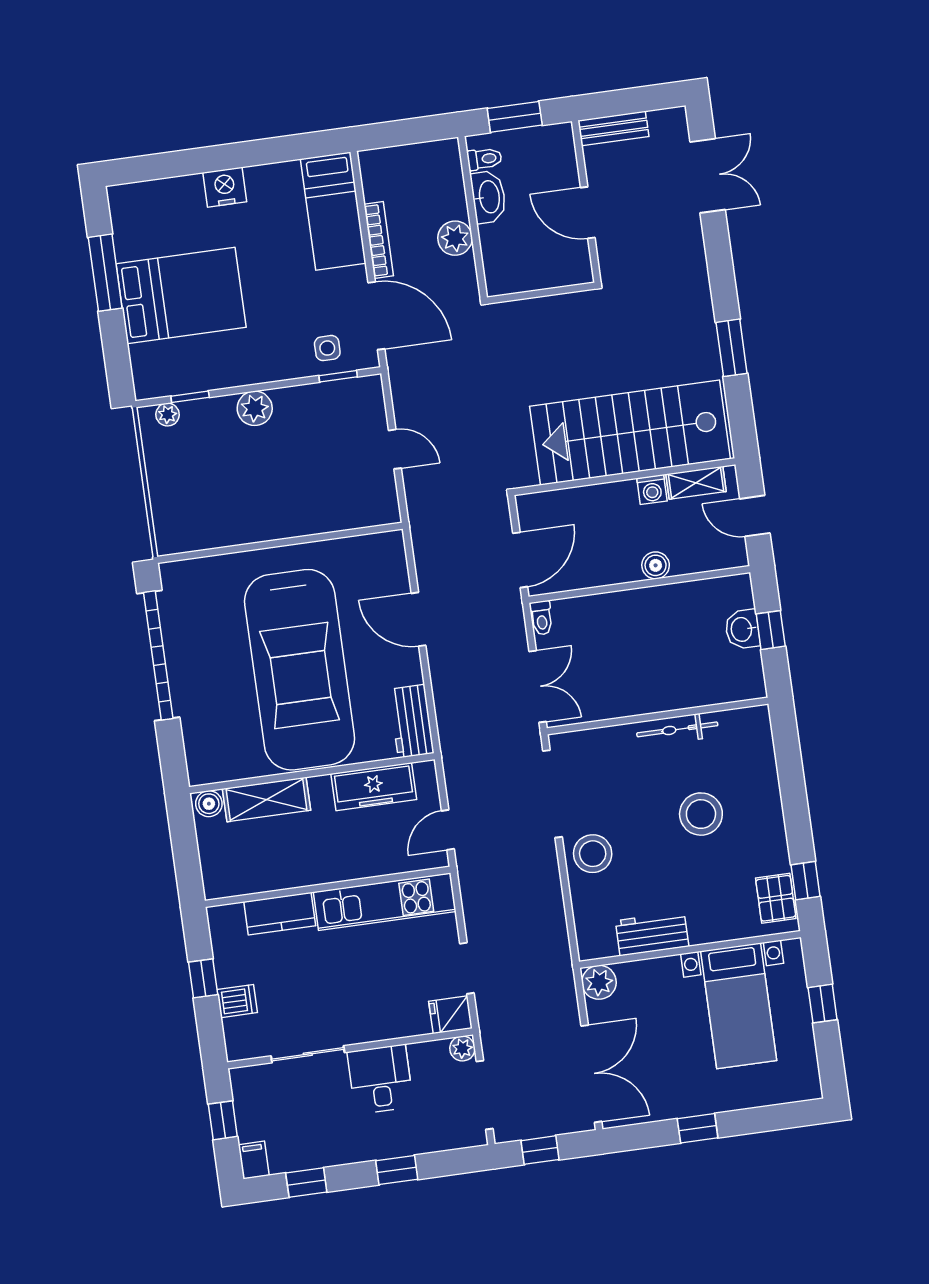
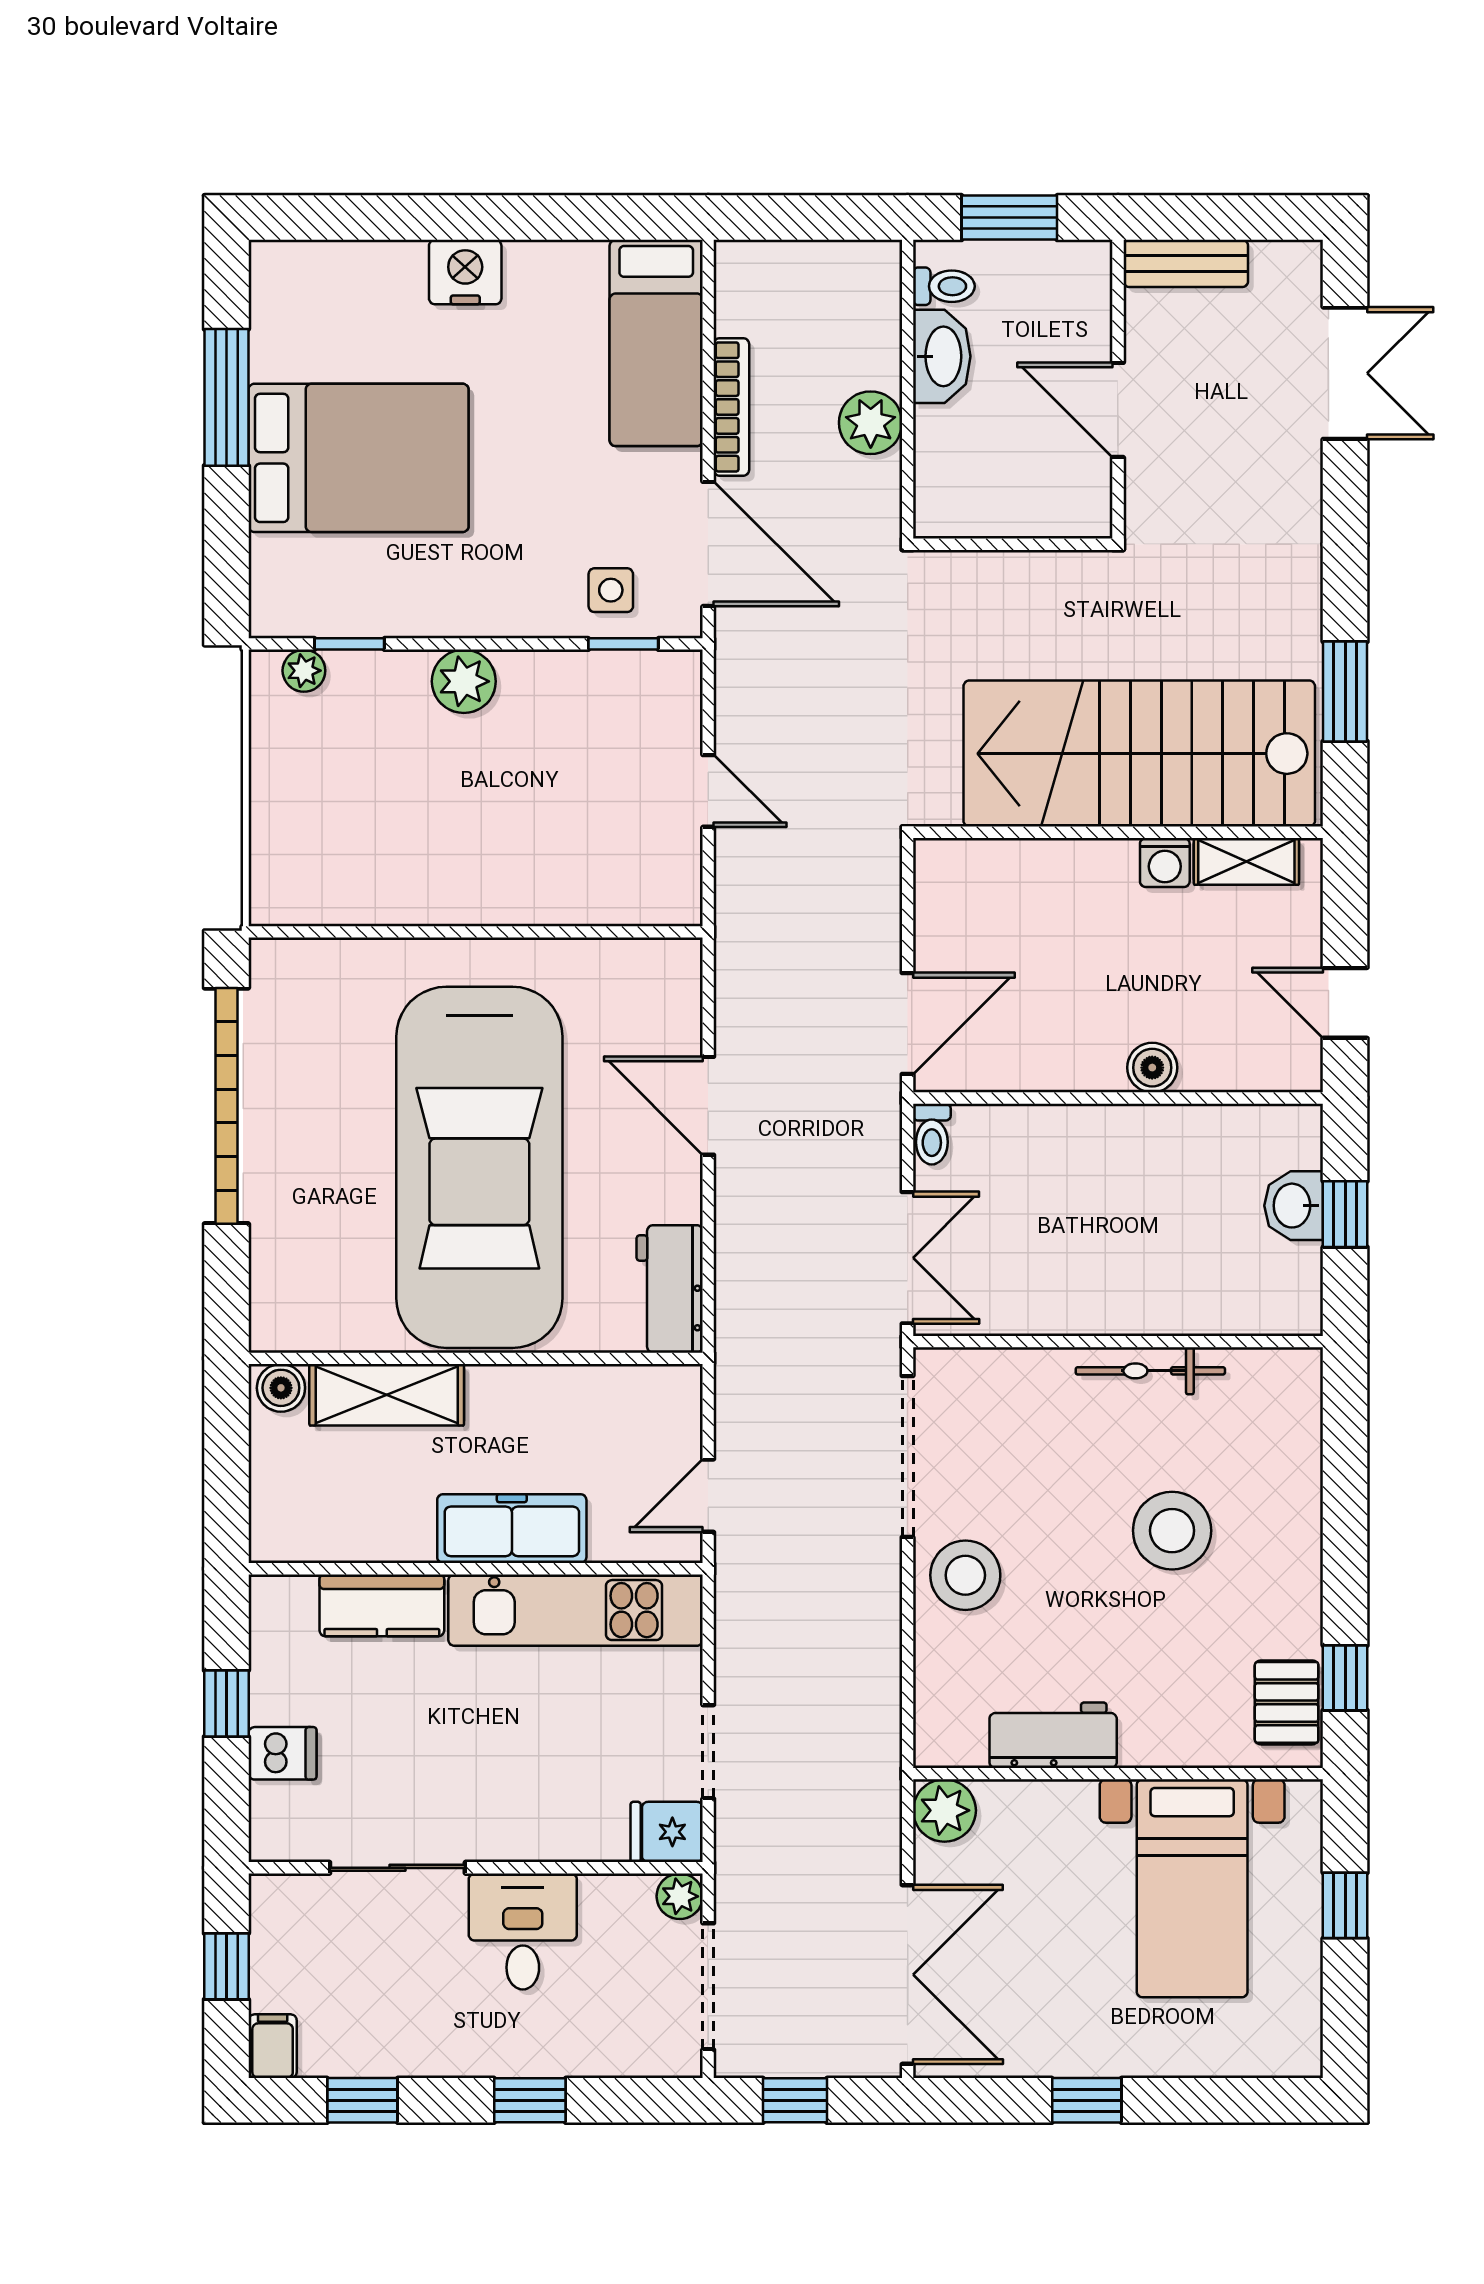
stairs: (630, 433) -> (1139, 754), moved
wall: (624, 477) -> (1118, 832), moved
shelving: (696, 483) -> (1246, 861), moved
washing machine: (652, 490) -> (1165, 863), moved
freezer: (374, 787) -> (512, 1529), moved, turned 180

